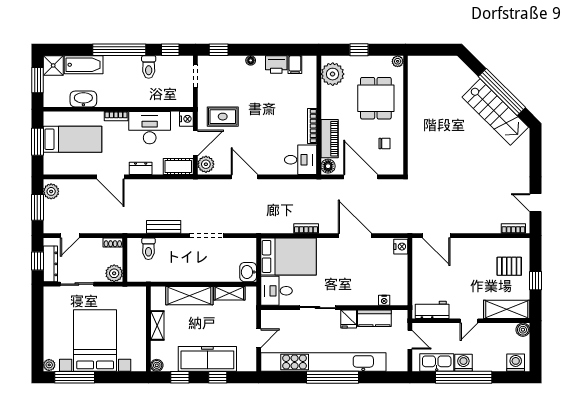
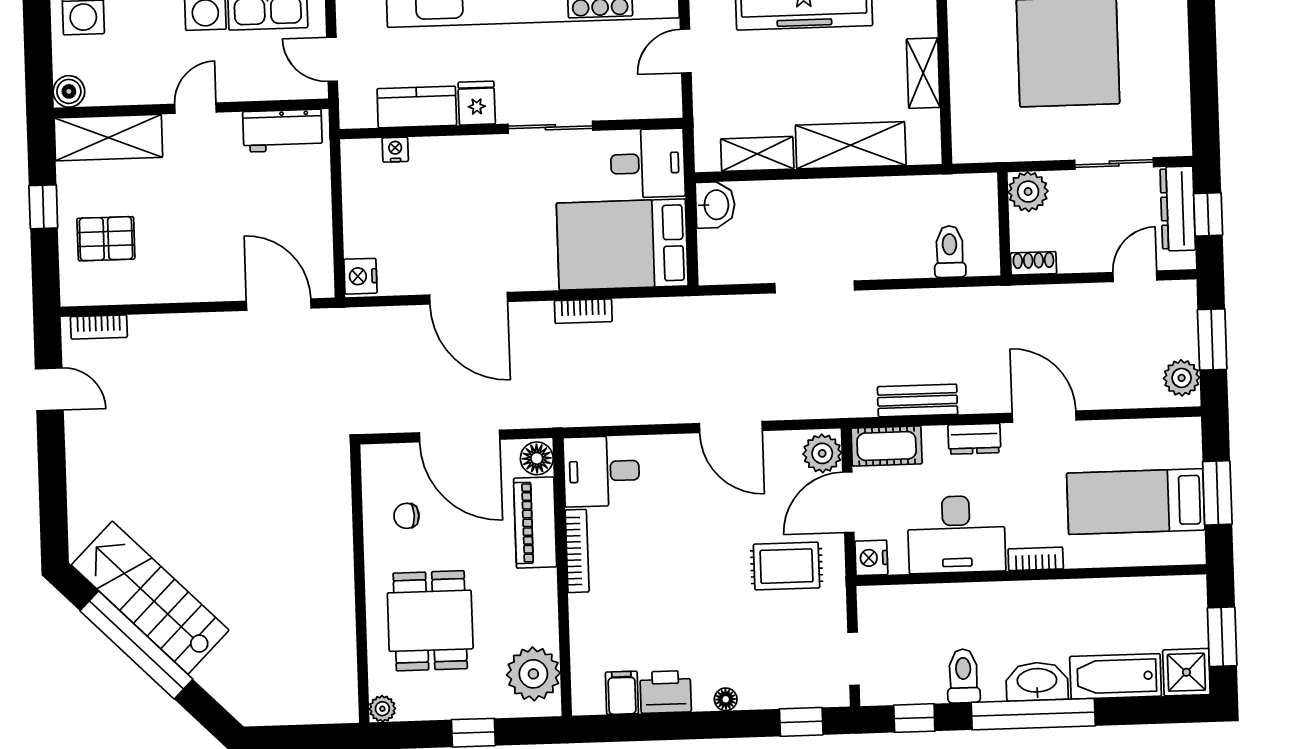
washbasin: (83, 99) -> (1037, 681), moved, turned 180
bench: (164, 227) -> (917, 401), moved

